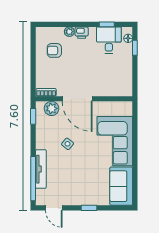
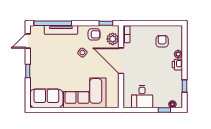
desk: (109, 40) -> (142, 97), moved, turned 90
door: (77, 99) -> (121, 61), hinge flipped
armchair: (46, 130) -> (94, 34), added

